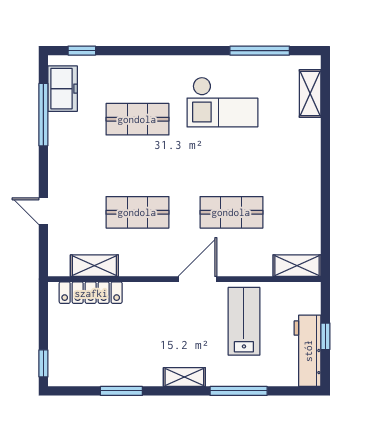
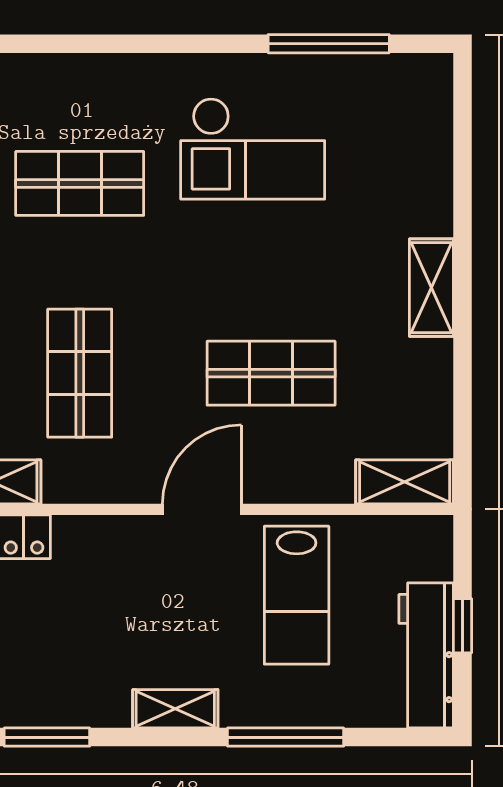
shelving: (310, 94) -> (431, 288), moved
shop shelf: (137, 212) -> (80, 373), turned 90
lab bench: (244, 321) -> (297, 595), turned 180

